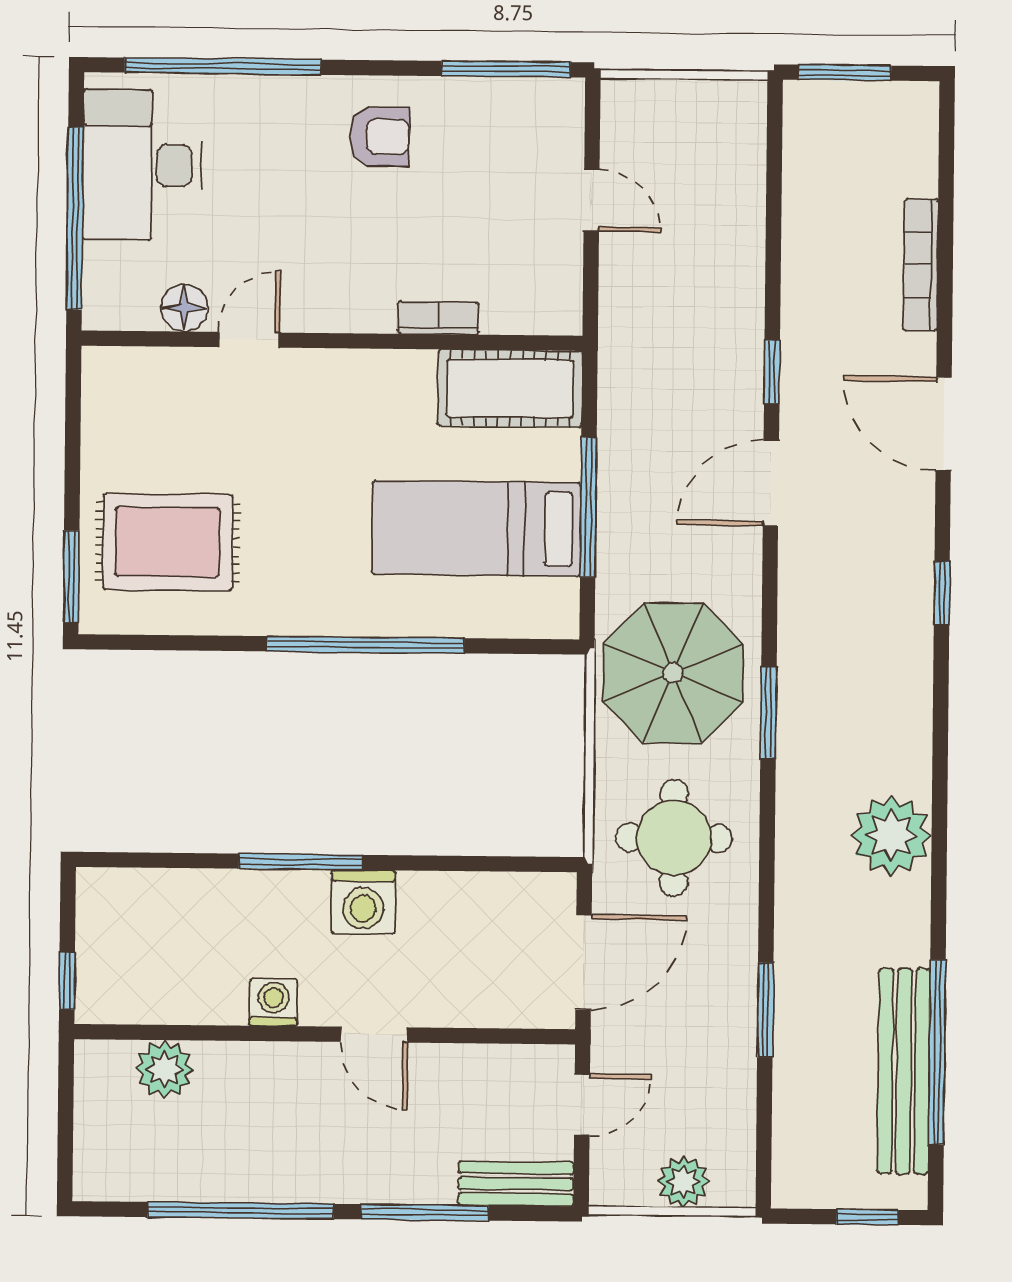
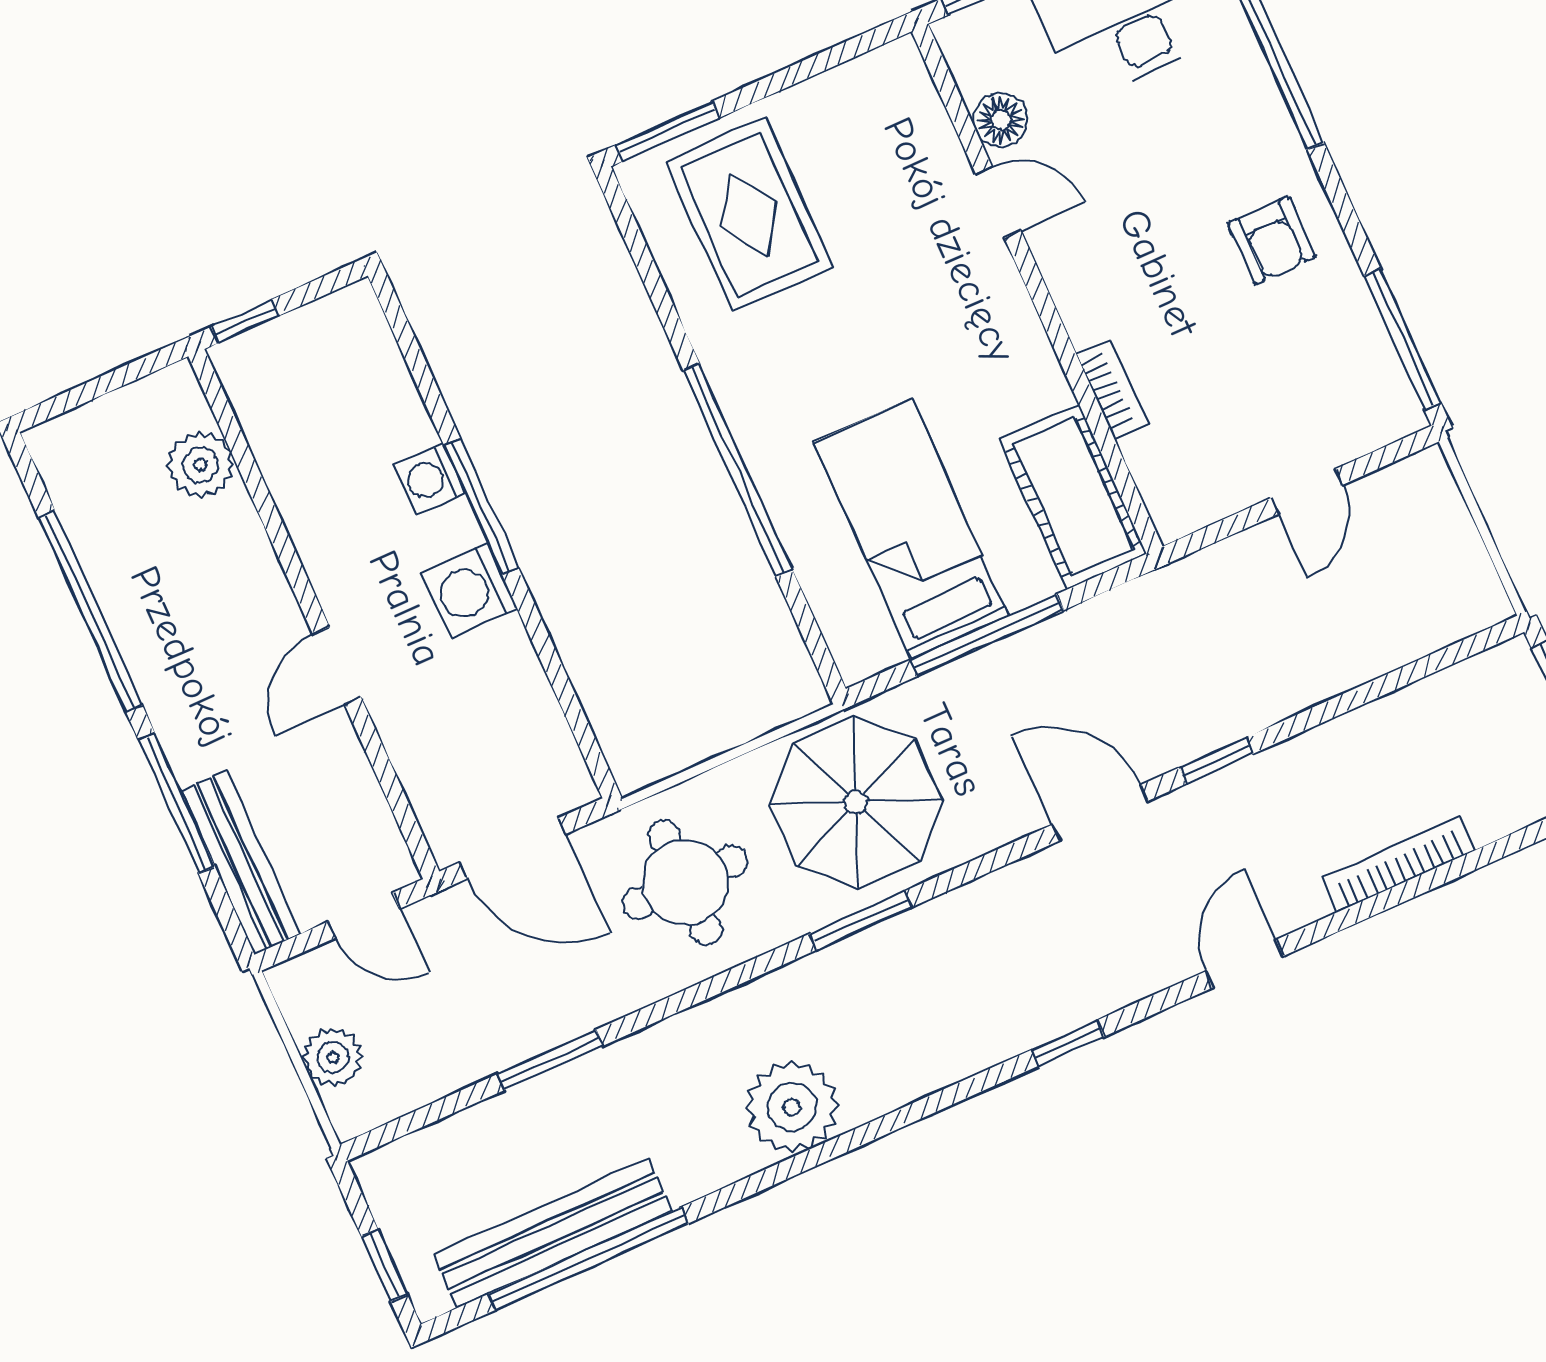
door: (944, 424) -> (1244, 964), width x0.73
washing machine: (273, 1002) -> (429, 479), moved, turned 180
bench: (516, 1184) -> (240, 862), width x1.36

